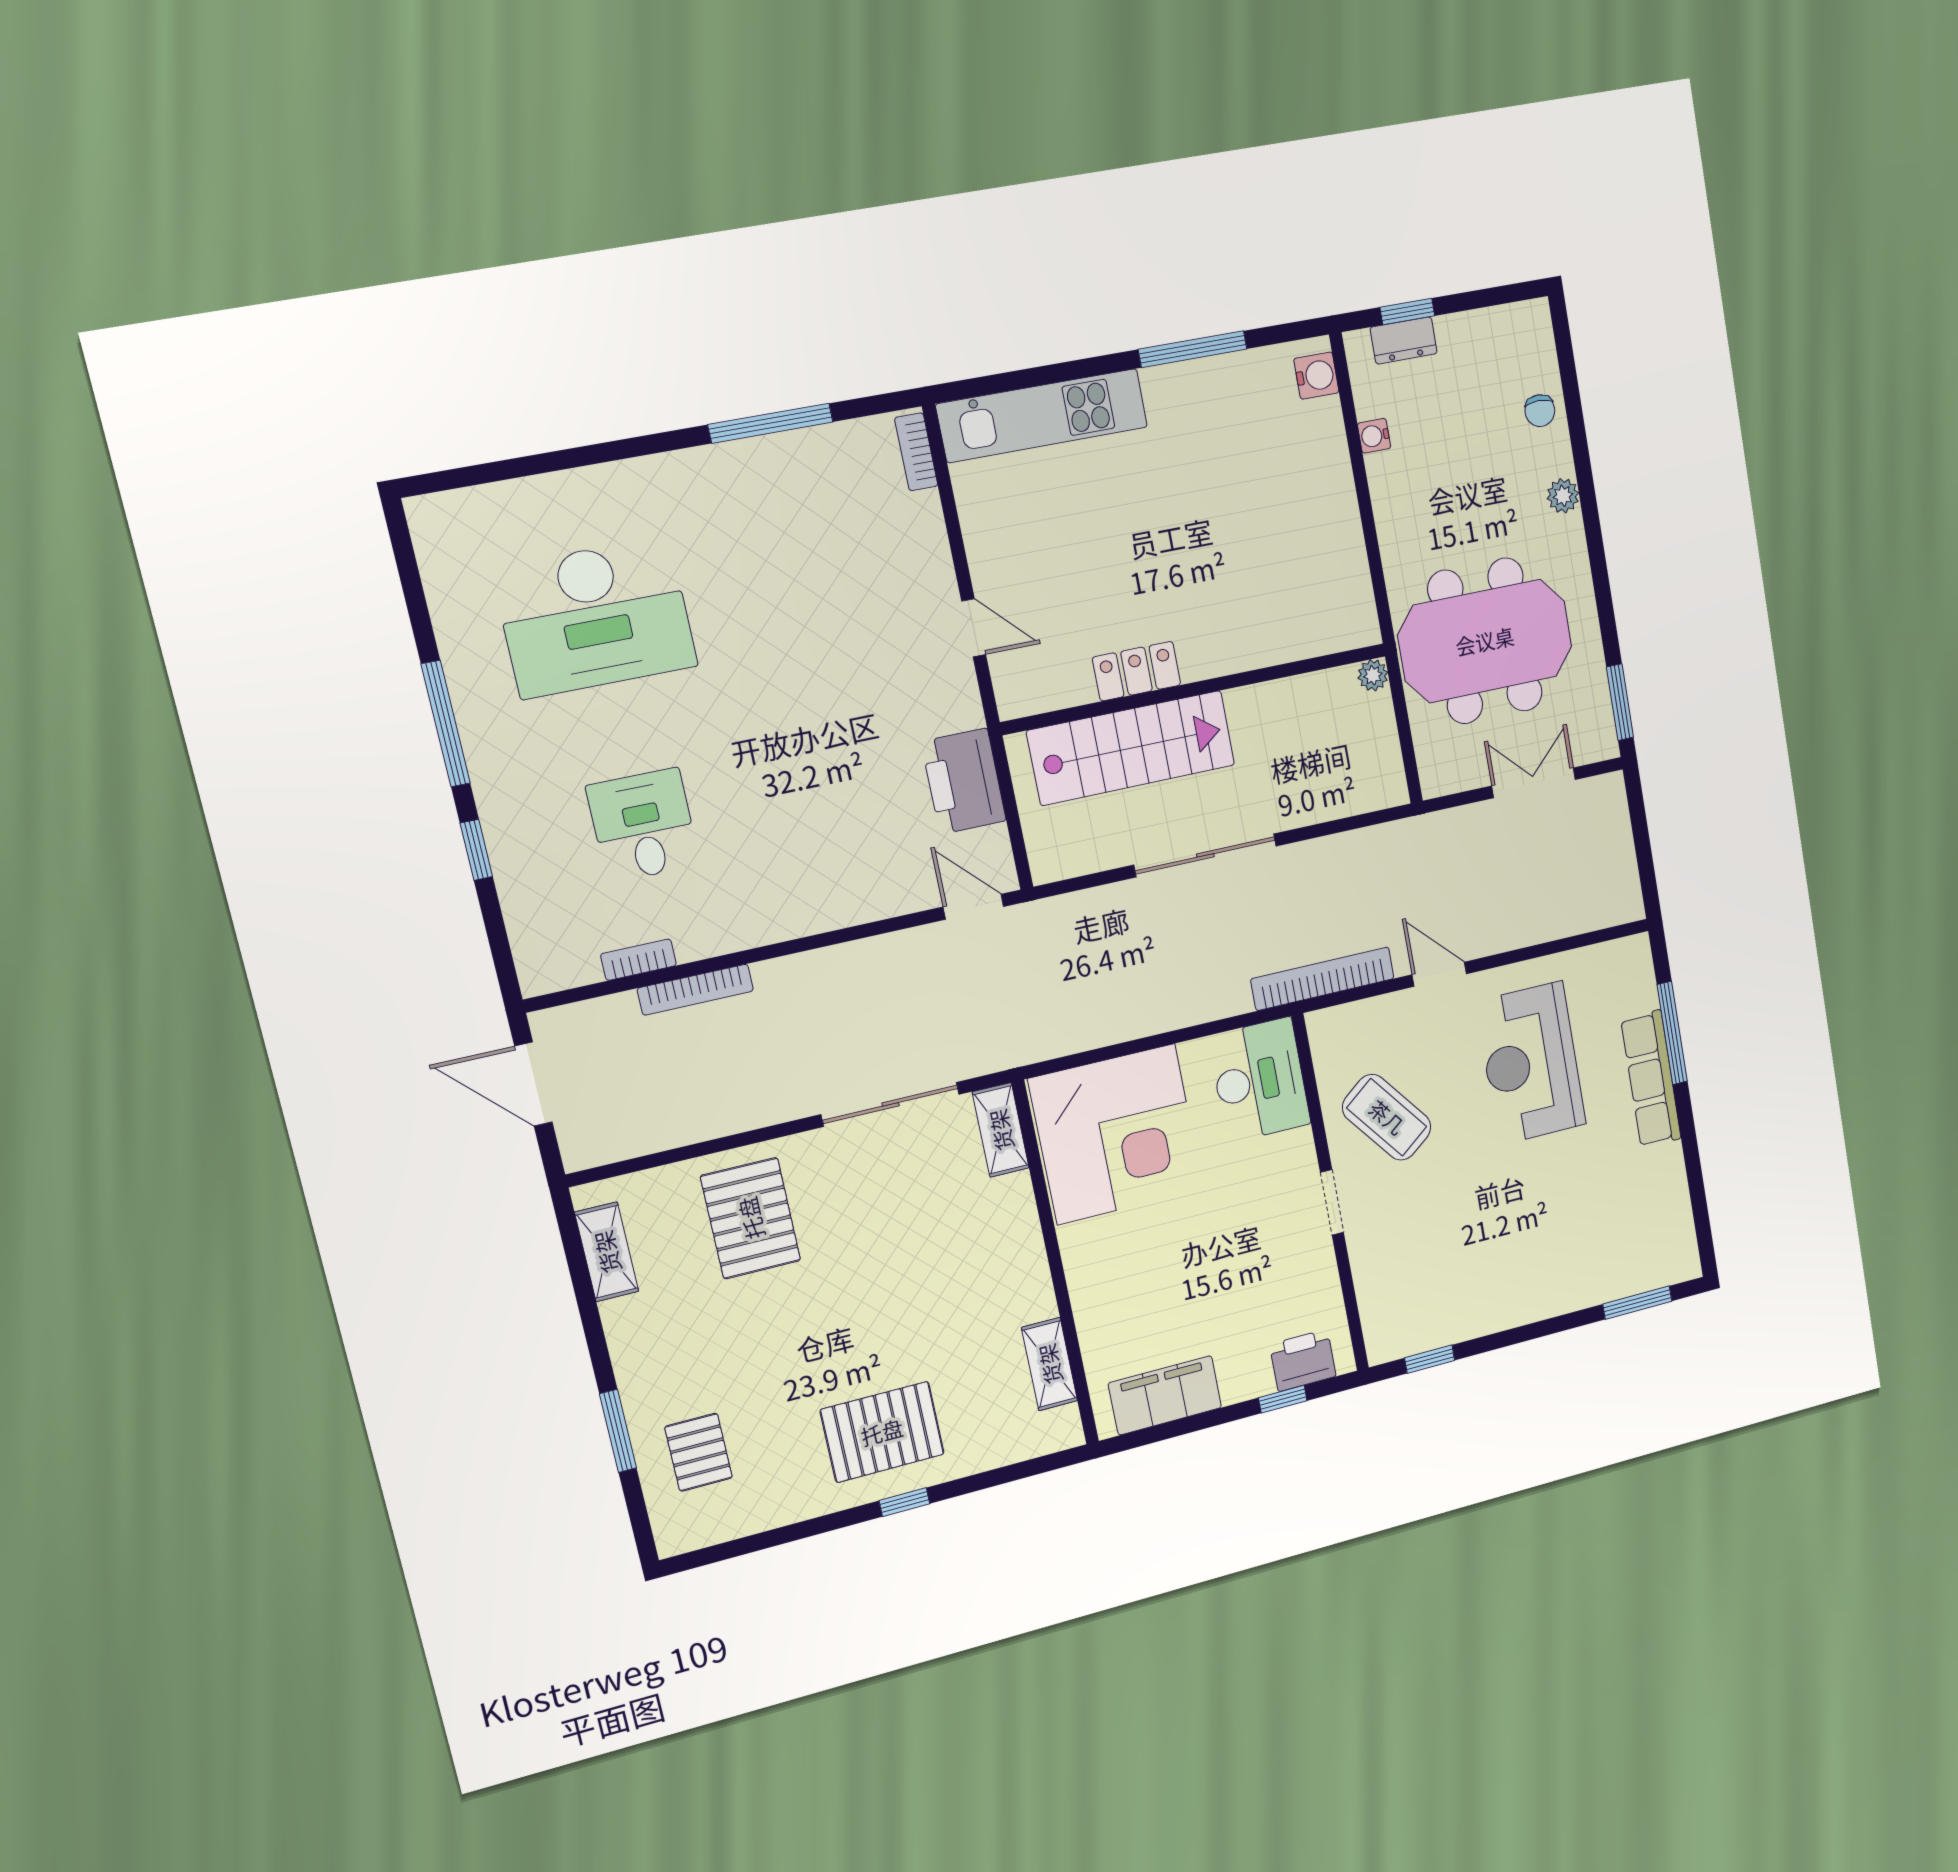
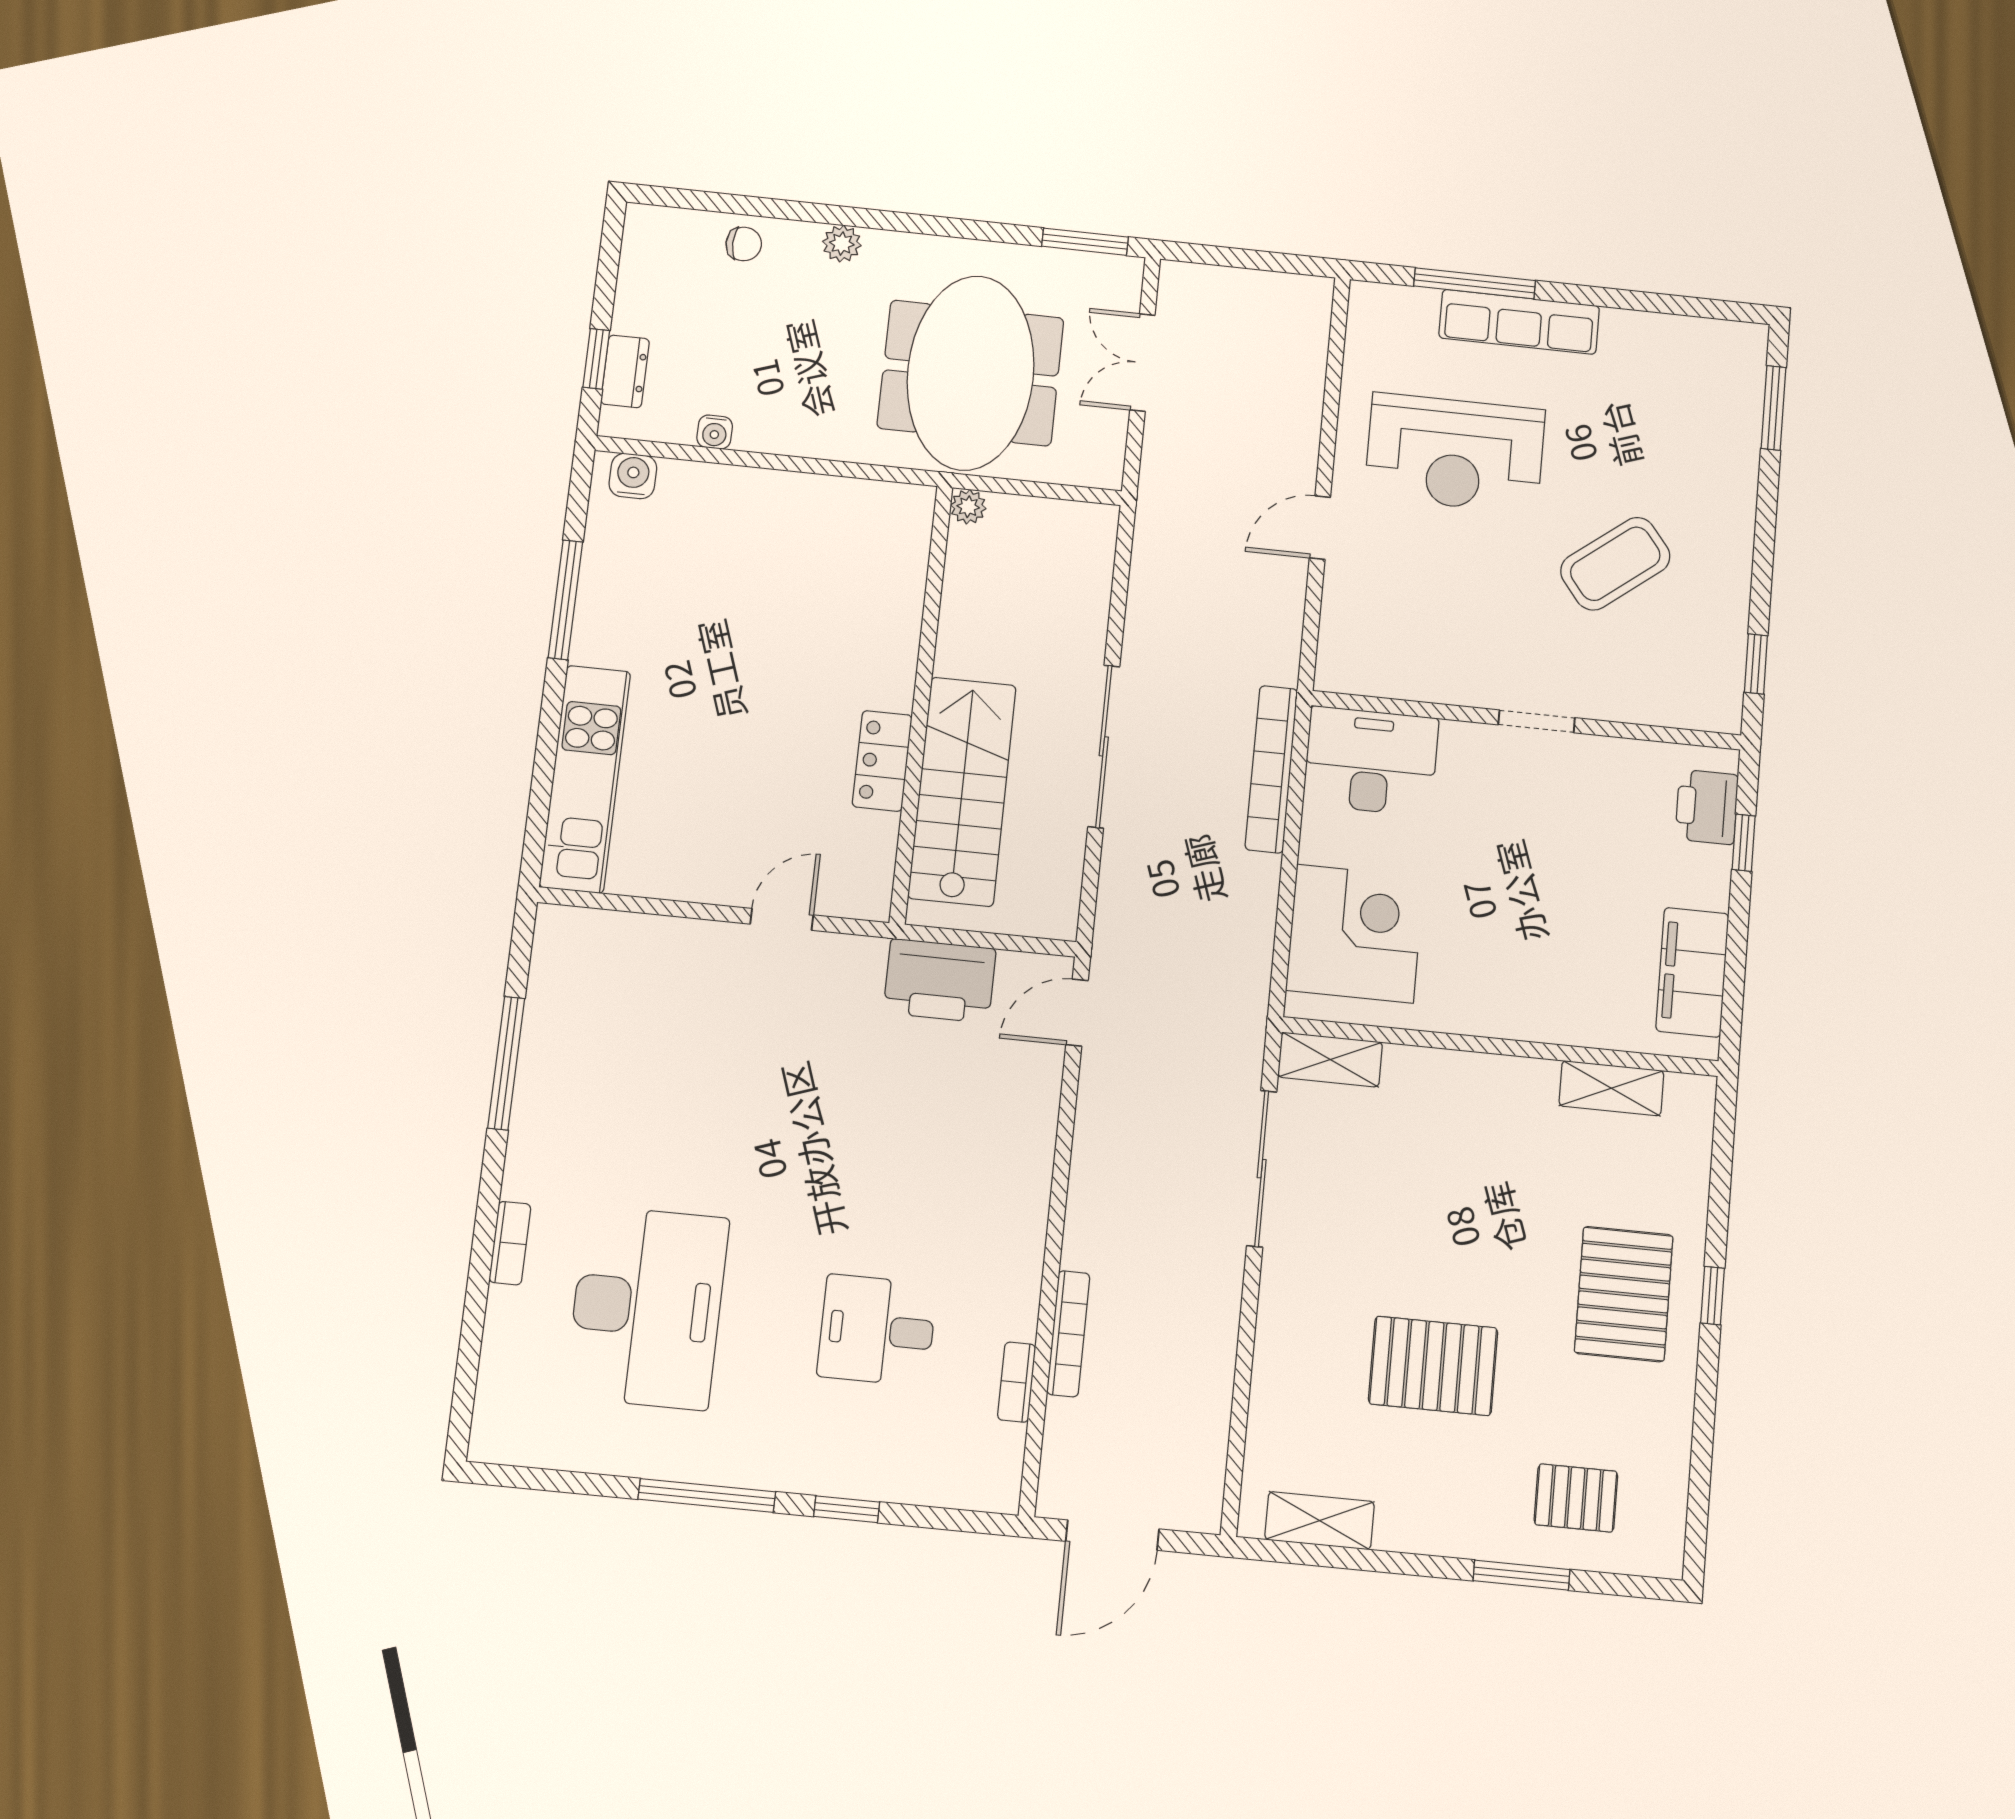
bookcase: (916, 452) -> (510, 1243), moved, turned -90
bookcase: (1323, 979) -> (1271, 769), moved
coffee table: (1387, 1117) -> (1615, 564), moved
corner desk: (1116, 1134) -> (1355, 934), width x0.74, depth x0.74
pallet: (751, 1218) -> (1433, 1366), moved

